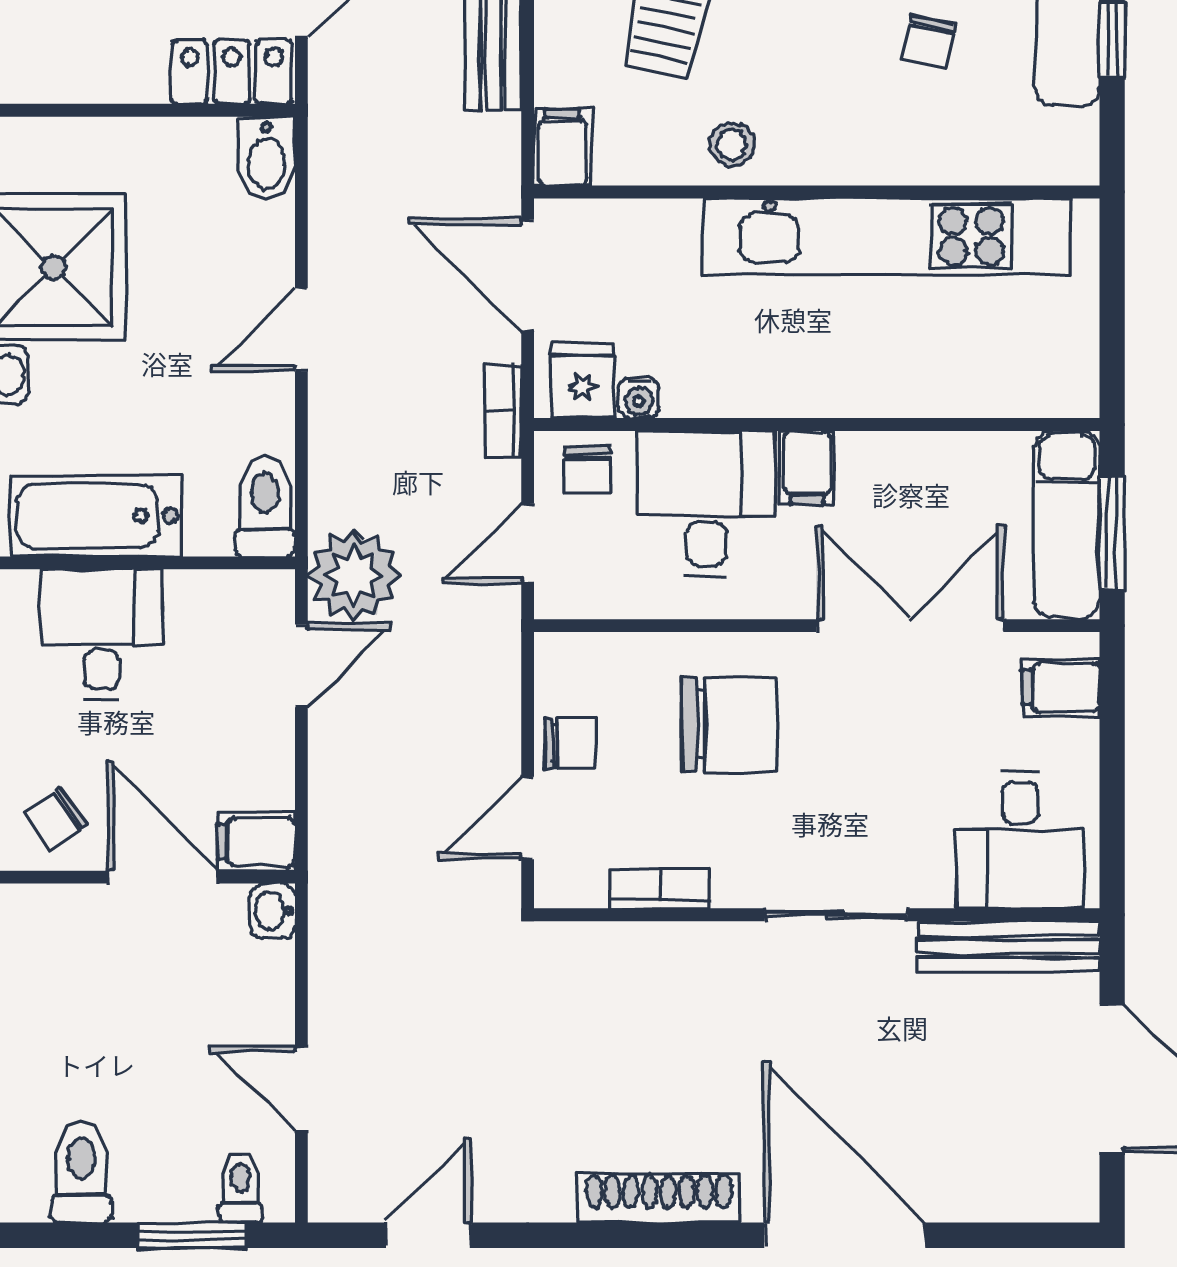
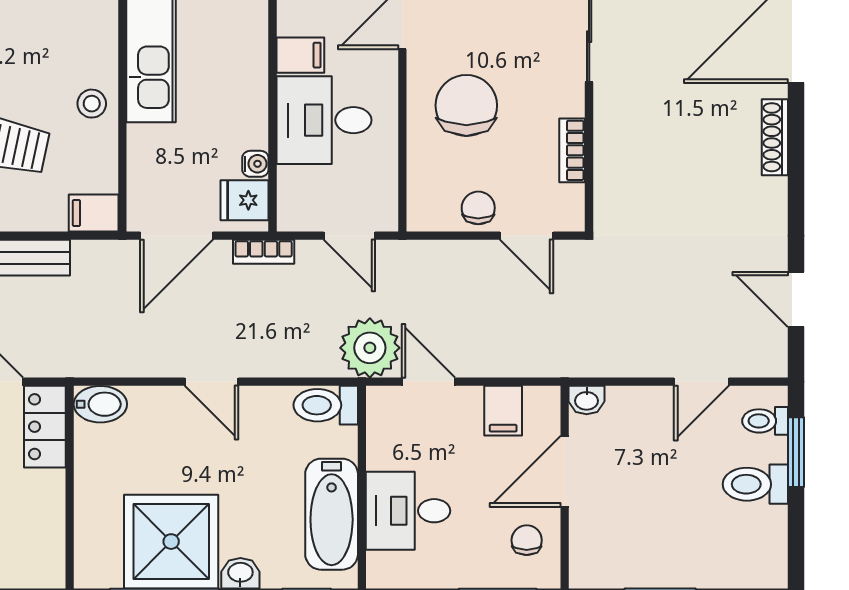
chair: (588, 470) -> (302, 197), removed
chair: (56, 818) -> (527, 540), turned -145
filing cabinet: (256, 842) -> (503, 411), moved
toilet: (81, 1172) -> (755, 484), moved
shoe rack: (659, 1198) -> (775, 137), width x0.74, depth x0.81

